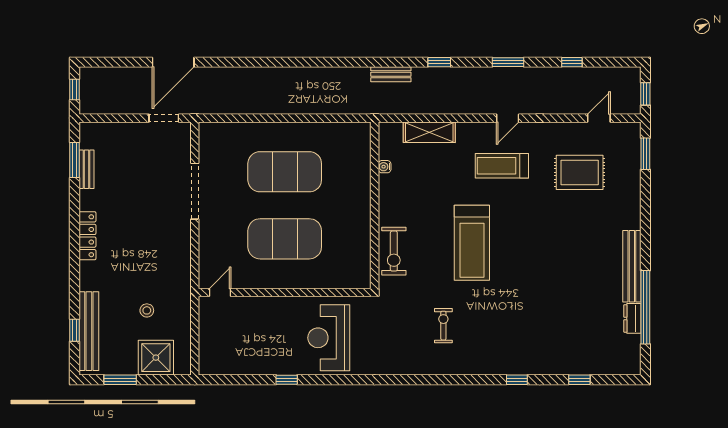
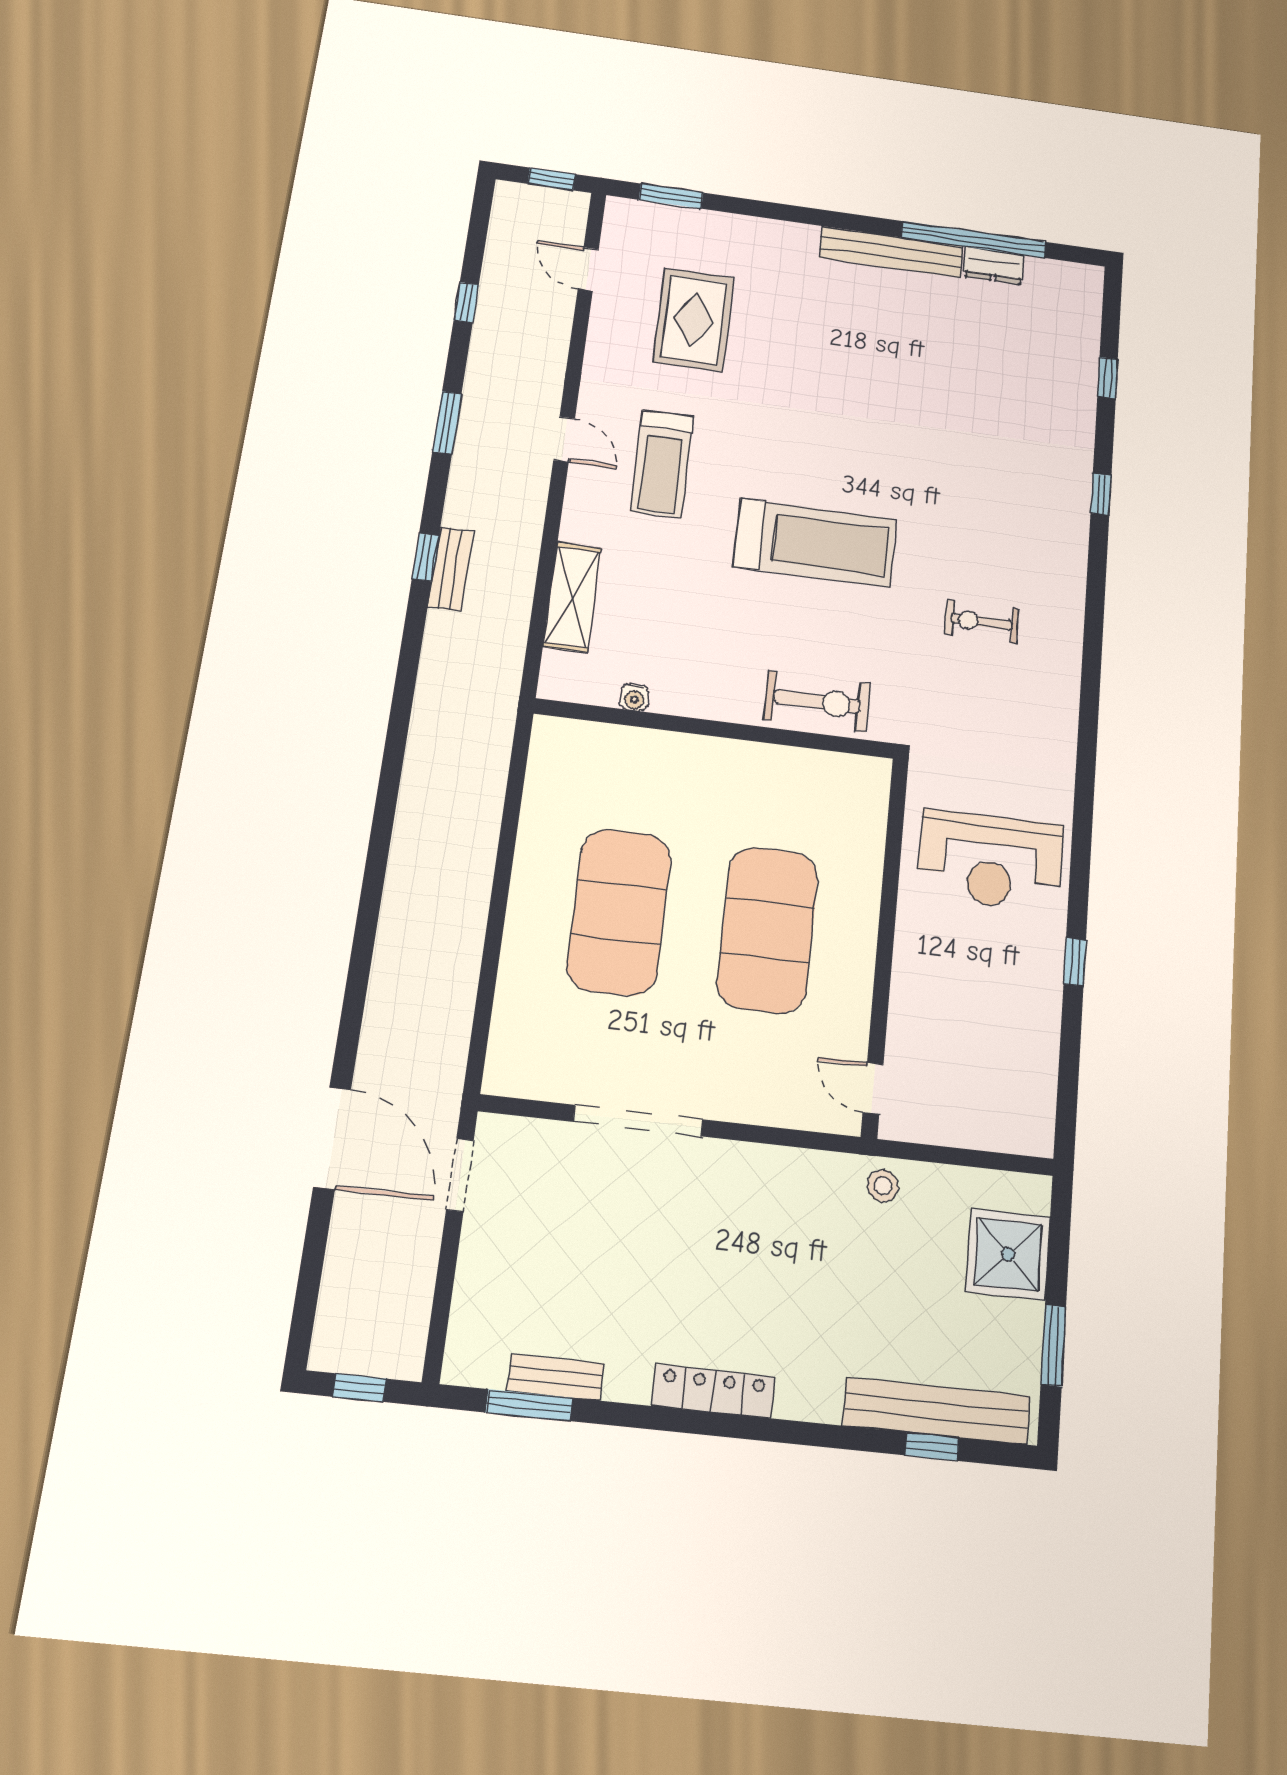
bench: (391, 74) -> (450, 569), moved
stool: (147, 310) -> (883, 1186), moved

